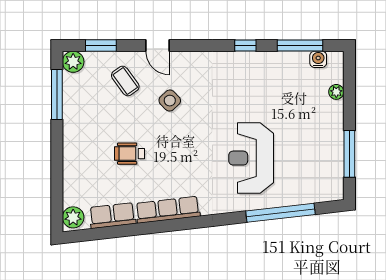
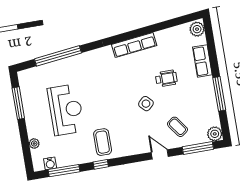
window: (101, 45) -> (198, 148), width x1.44
coffee table: (237, 77) -> (103, 142), added
window: (57, 95) -> (219, 94), moved
side table: (170, 101) -> (146, 104), moved
reception desk: (251, 158) -> (66, 110), moved
row of seats: (112, 216) -> (202, 61), moved, turned 97

